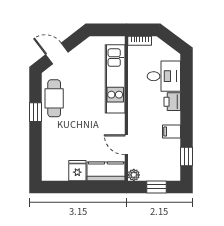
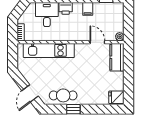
door: (126, 145) -> (97, 42), swing flipped
fridge: (77, 171) -> (116, 97), moved
window: (156, 187) -> (129, 20), removed

